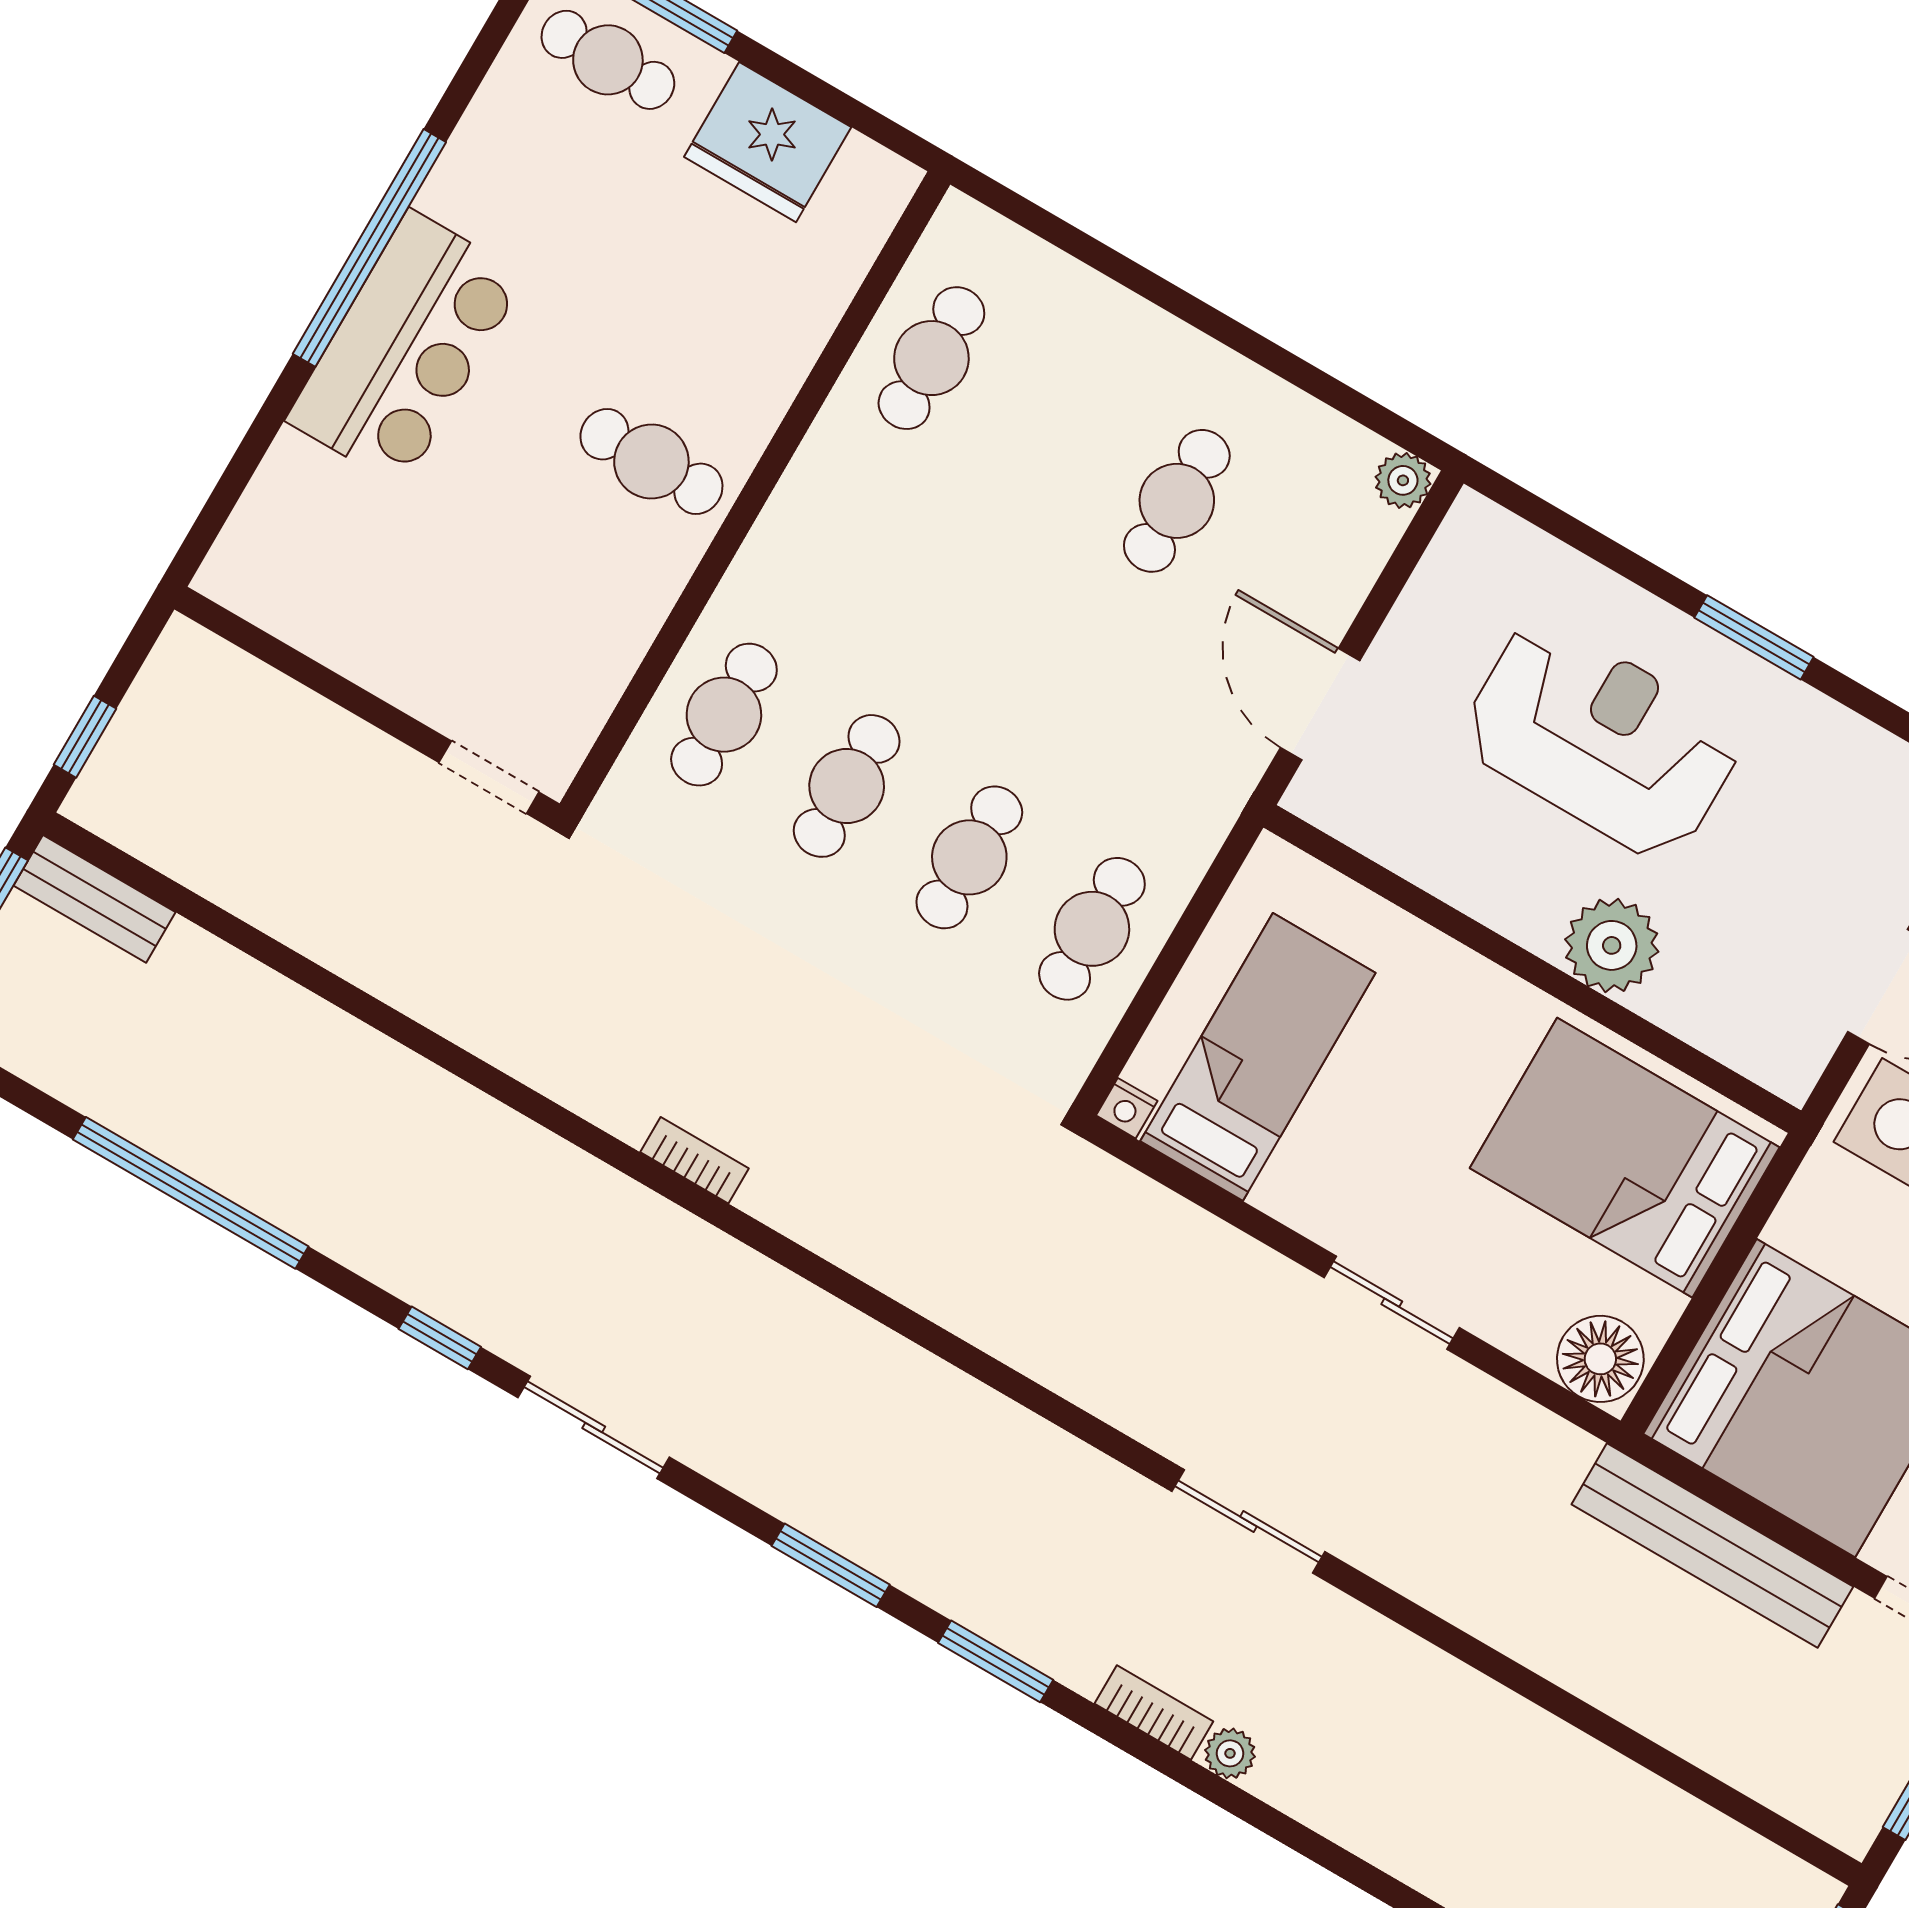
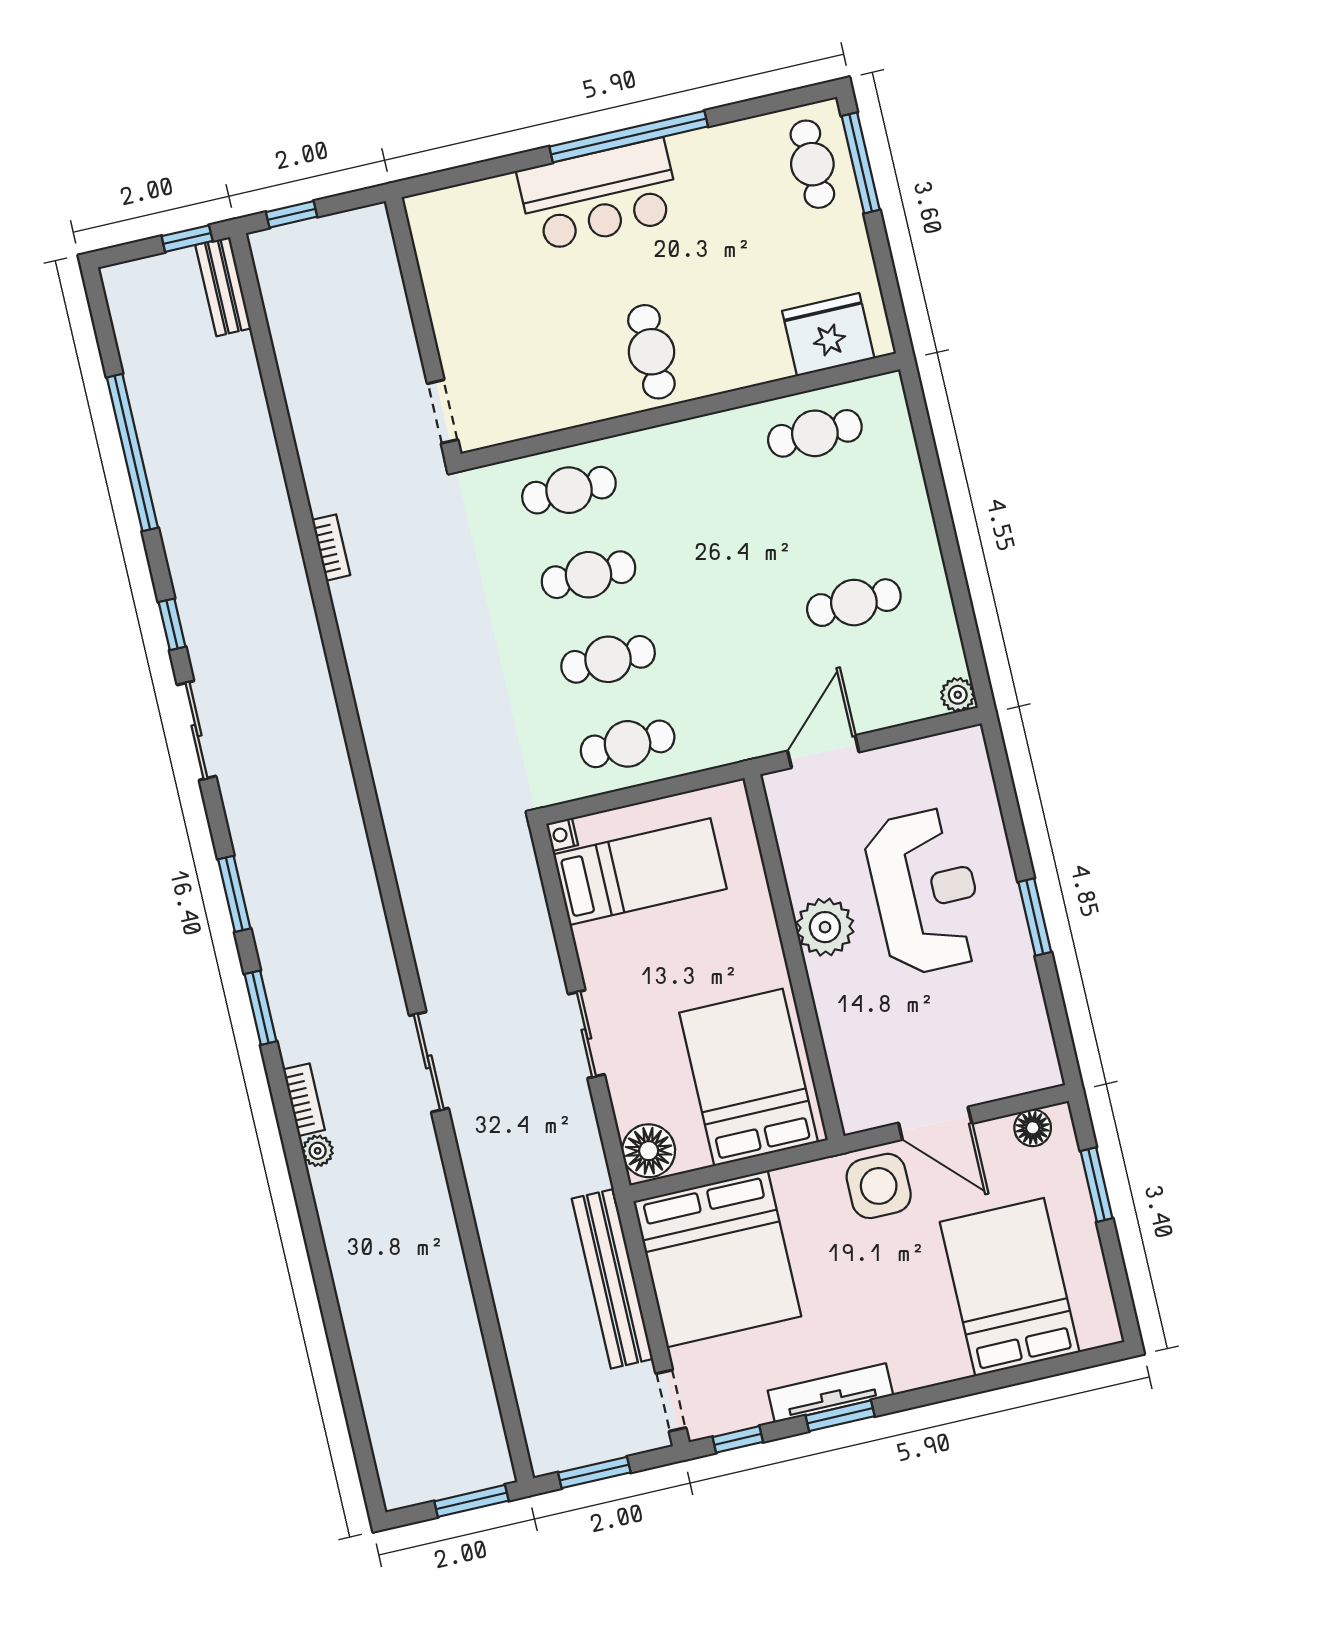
fridge: (768, 142) -> (828, 335), moved, turned 90
plant: (1612, 945) -> (825, 927), moved
bookcase: (694, 1160) -> (331, 548), moved

